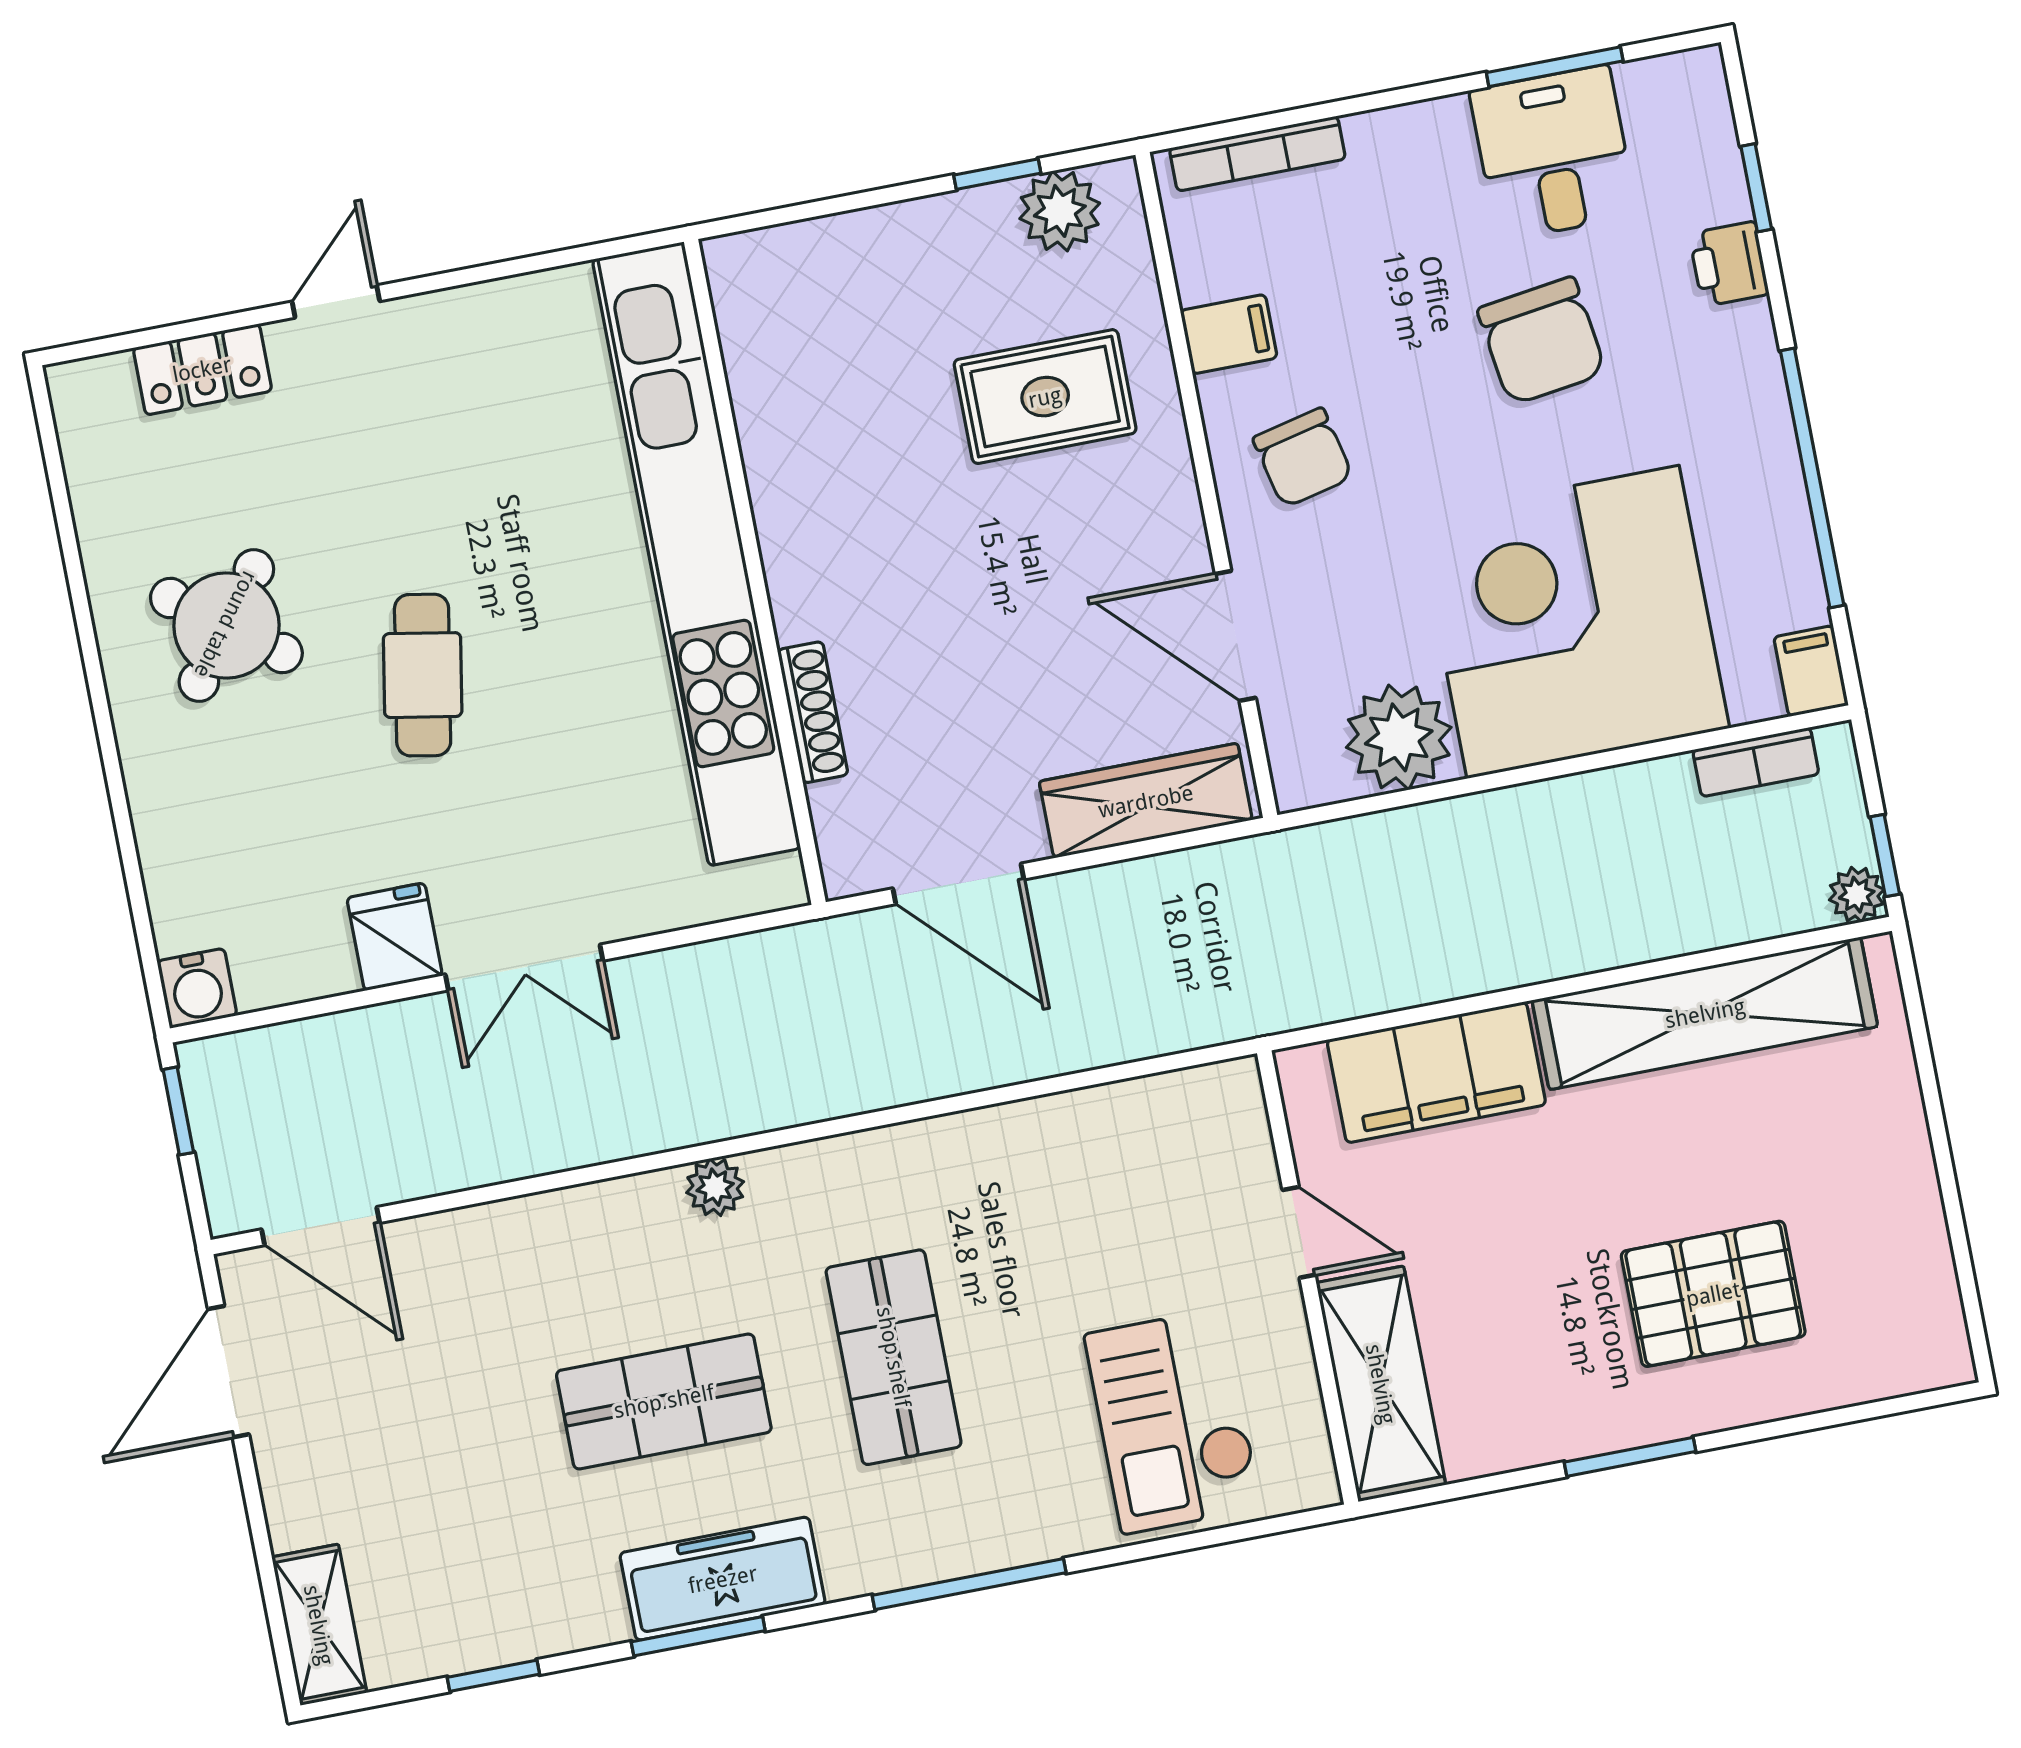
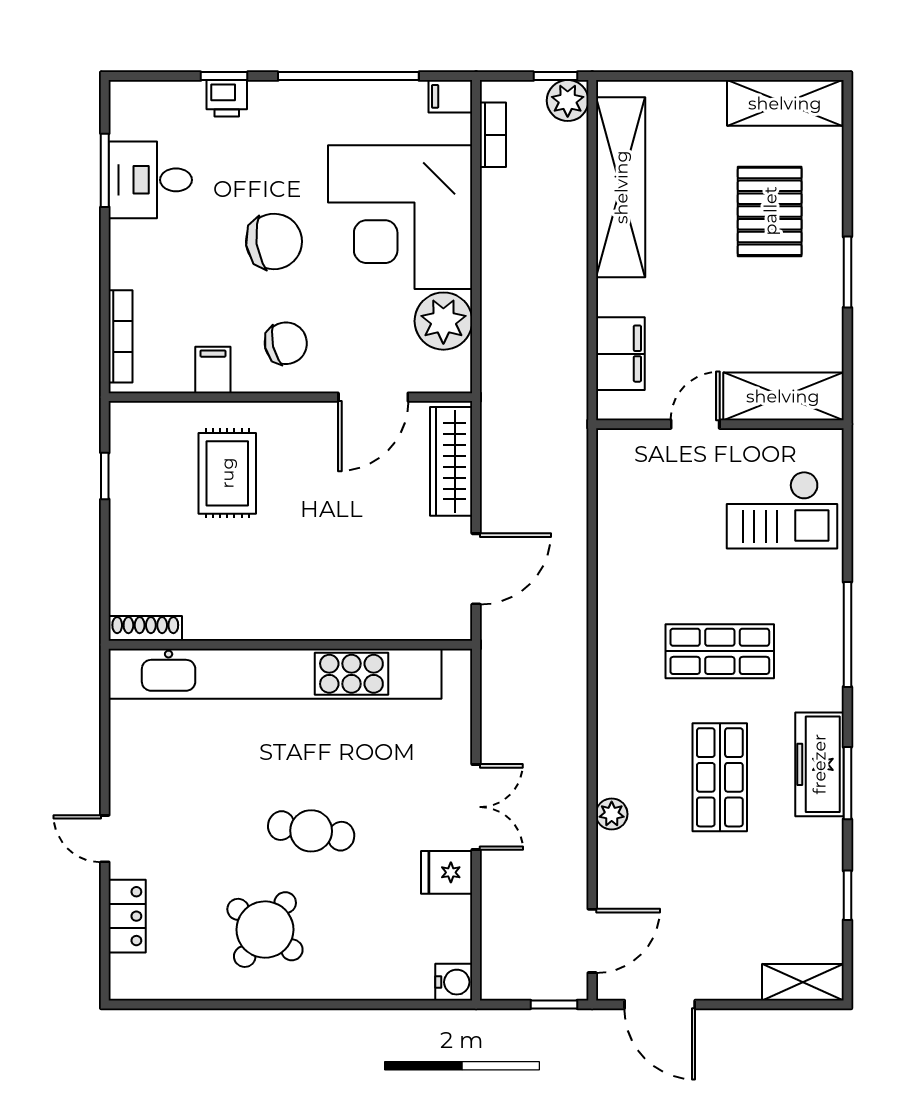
window: (1756, 188) -> (224, 76), moved
plant: (1060, 211) -> (131, 447), removed
chair: (1542, 341) -> (274, 241), moved
shoe rack: (813, 712) -> (145, 628), moved
plant: (1857, 895) -> (568, 101), width x1.38, depth x1.38
filing cabinet: (1436, 1072) -> (620, 354), width x0.67, depth x0.86
window: (178, 1111) -> (554, 1004), moved
plant: (715, 1187) -> (612, 814), moved
shelving: (1916, 1283) -> (785, 103), added

